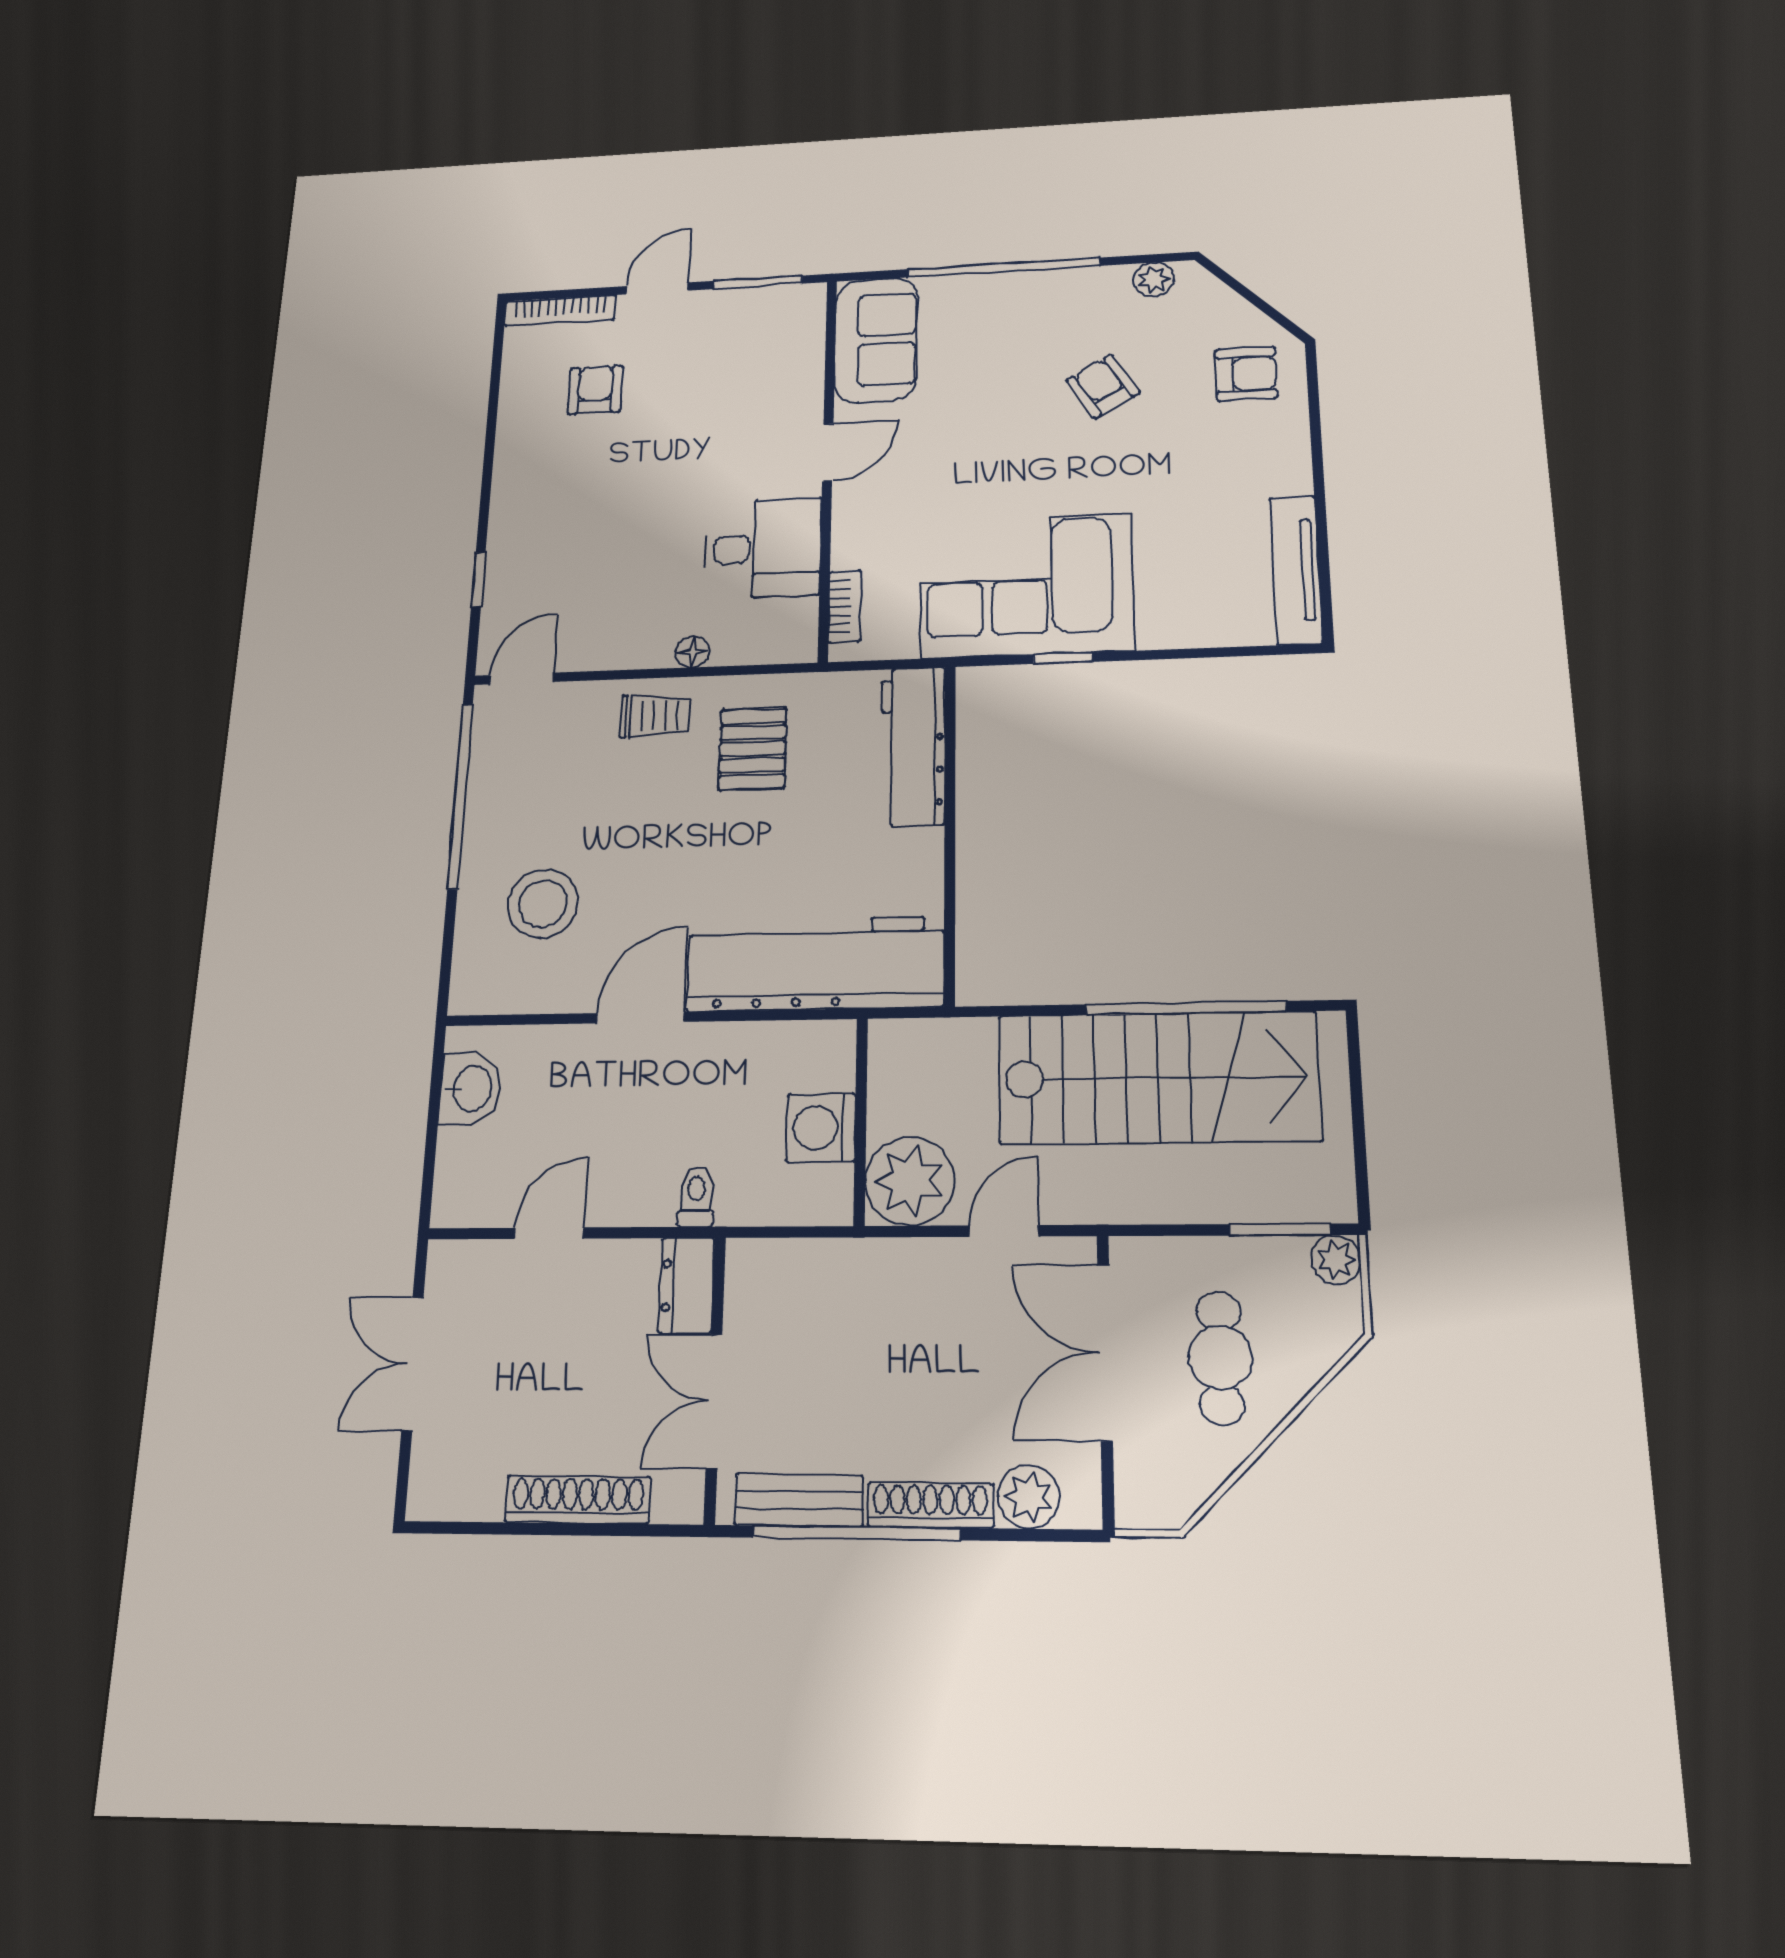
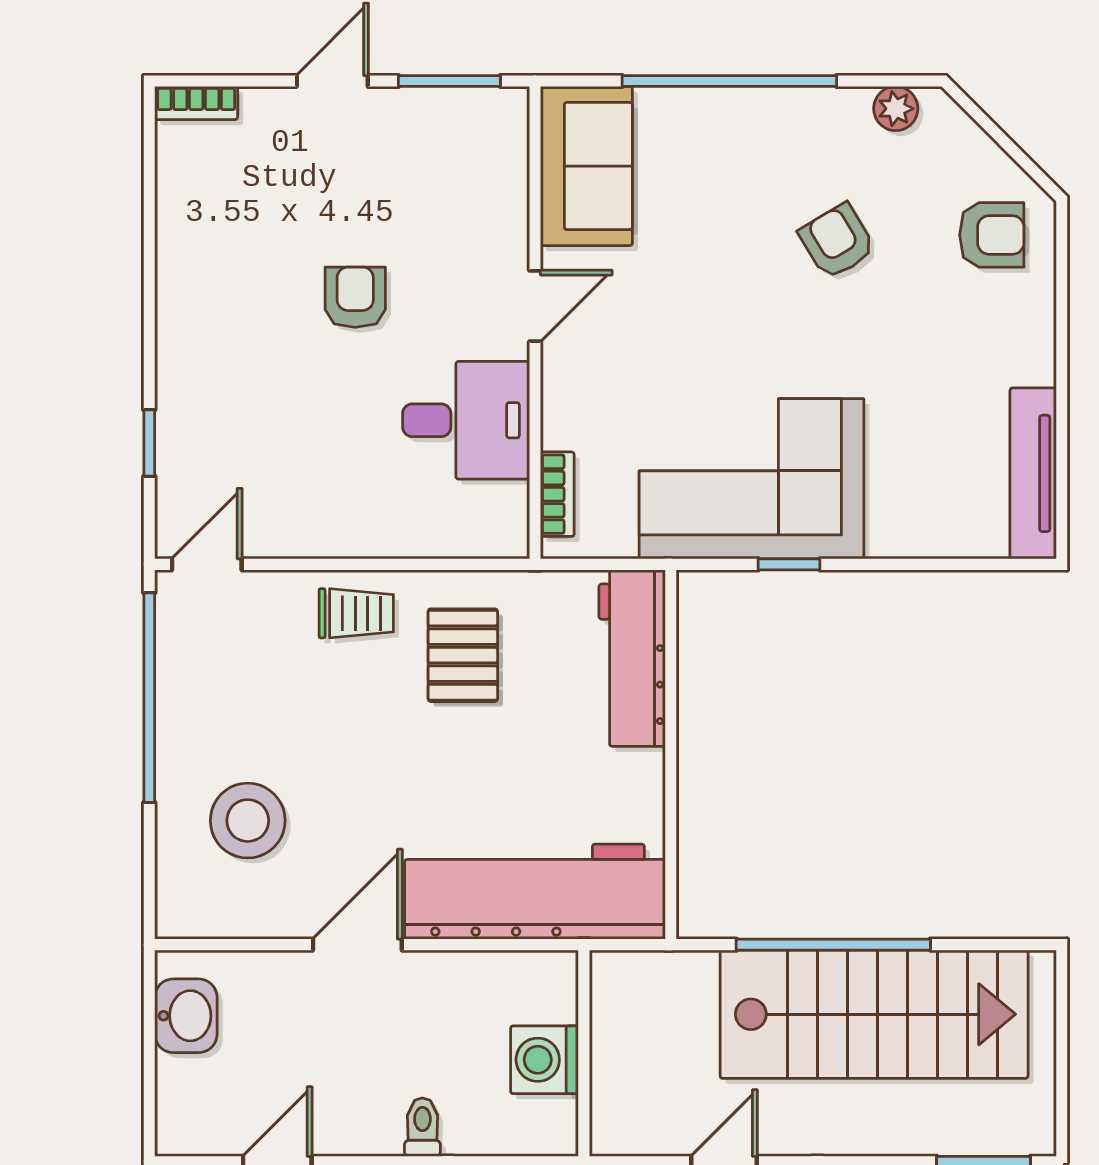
bookcase: (560, 311) -> (196, 103), width x0.64
armchair: (595, 390) -> (355, 297), moved
floor lamp: (692, 652) -> (394, 541), removed
window: (1186, 1008) -> (833, 945), moved
plant: (910, 1181) -> (633, 1113), removed

